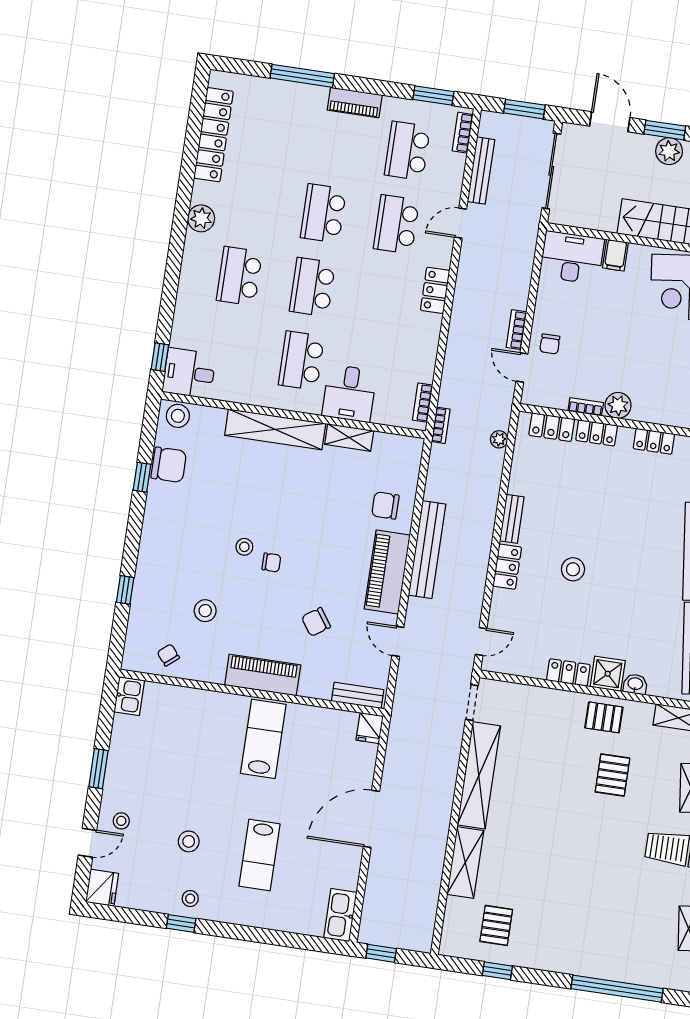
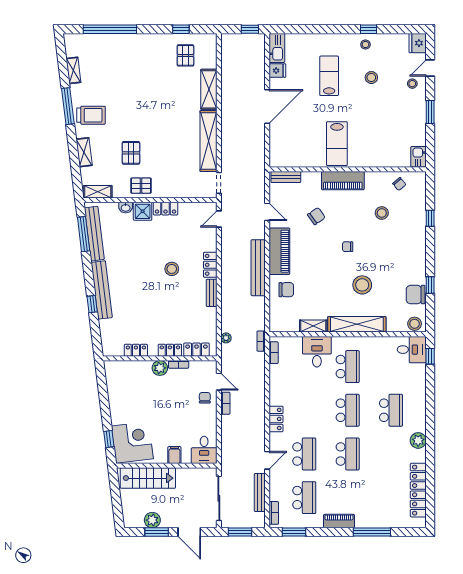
desk: (572, 258) -> (204, 450), width x0.73
stool: (244, 547) -> (362, 285), moved, width x1.89, depth x1.89
fridge: (370, 728) -> (277, 71), moved, turned 90

